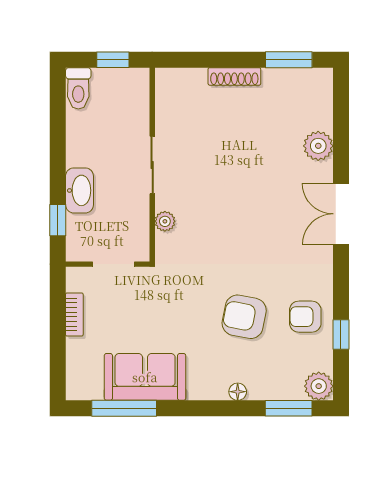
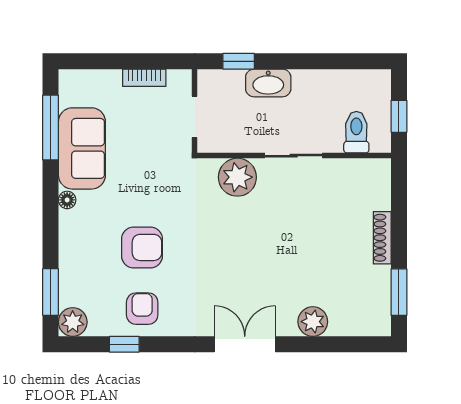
toilet: (78, 88) -> (356, 132), moved, turned 90
plant: (165, 221) -> (237, 177), width x1.88, depth x1.88
armchair: (244, 317) -> (142, 247), turned 79
floor lamp: (238, 392) -> (67, 200), moved

